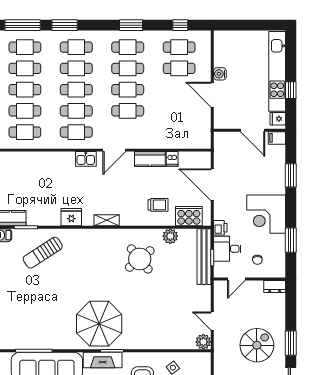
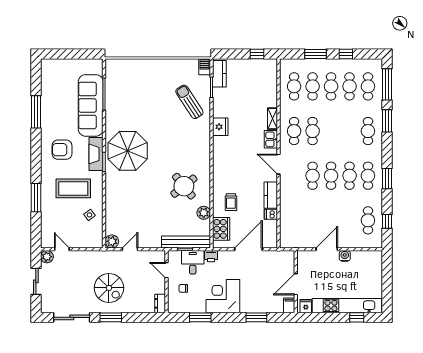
cafe table: (76, 68) -> (350, 131), removed
cafe table: (179, 68) -> (350, 220), removed
cafe table: (76, 90) -> (331, 131), removed
window: (291, 90) -> (357, 317), moved
shelving: (107, 220) -> (272, 119), moved

